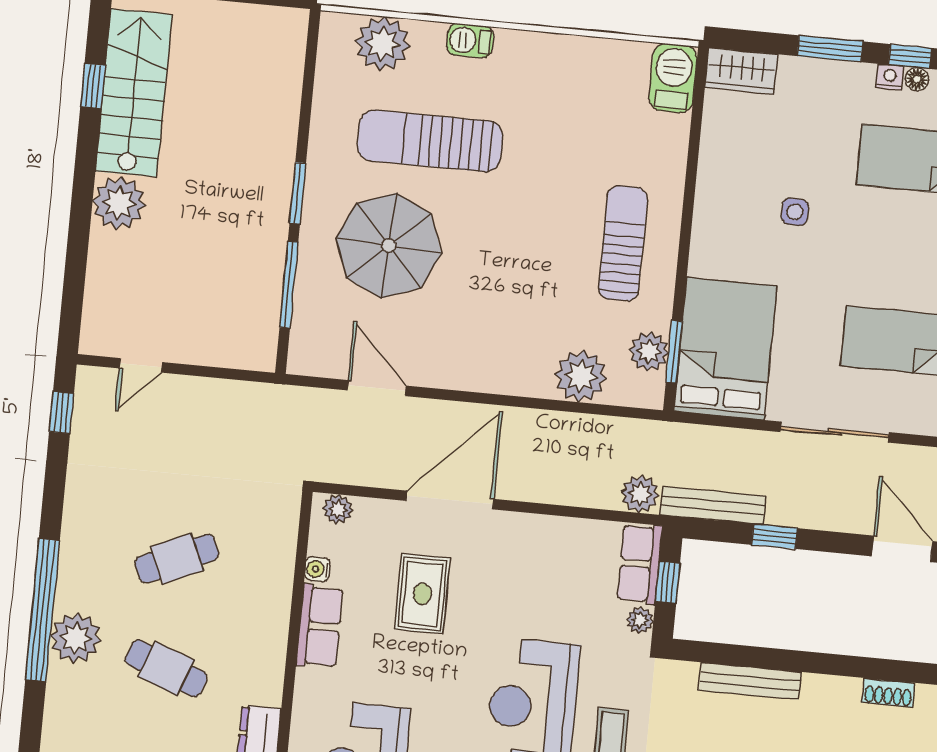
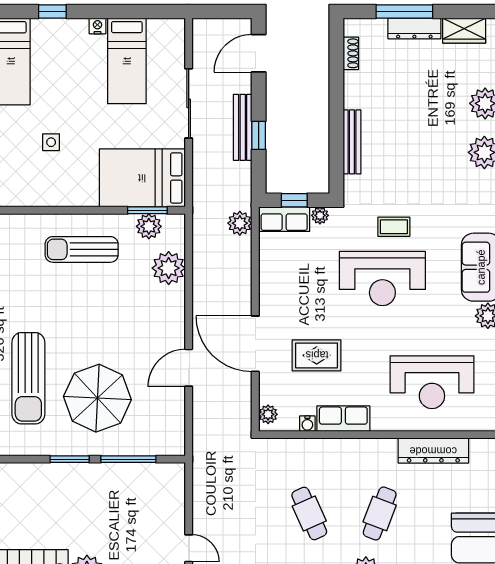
door: (377, 388) -> (189, 368), moved
bench: (713, 505) -> (243, 127), moved

